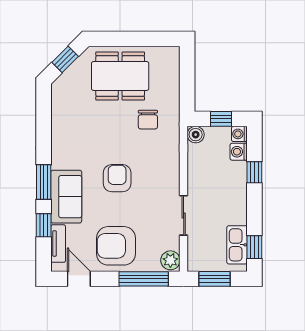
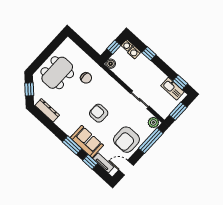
dresser: (59, 108) -> (47, 110), added

